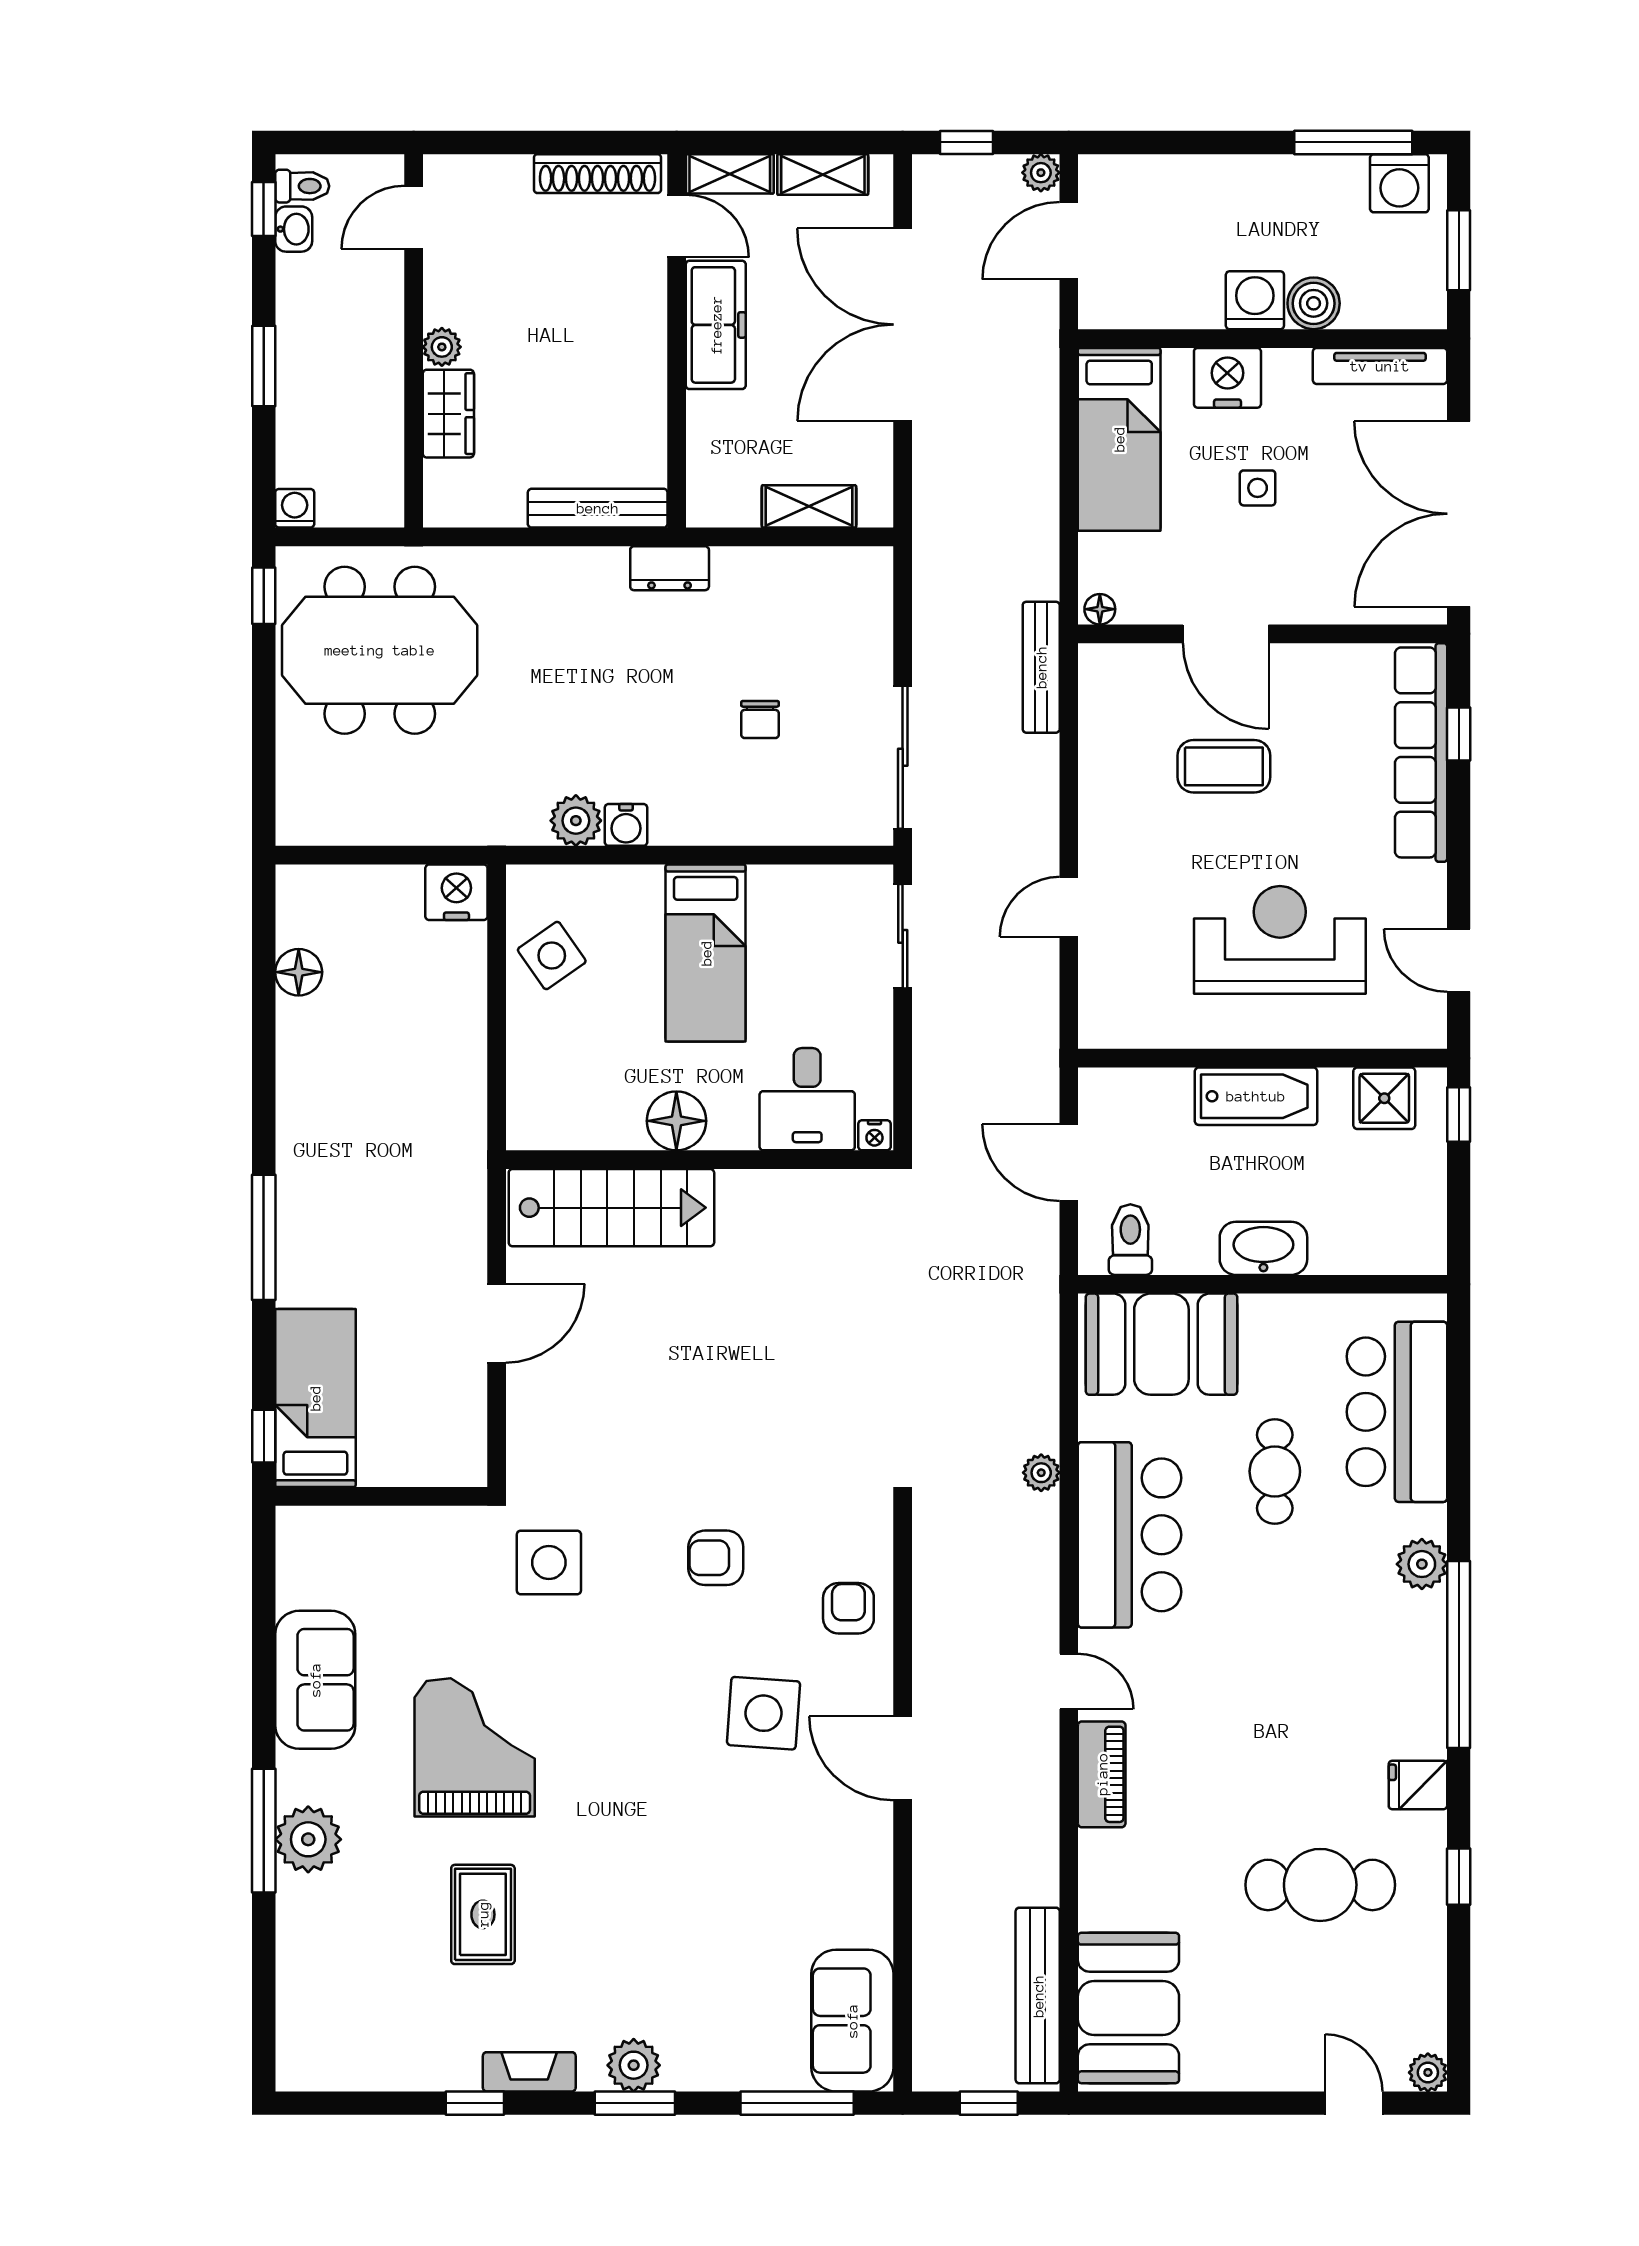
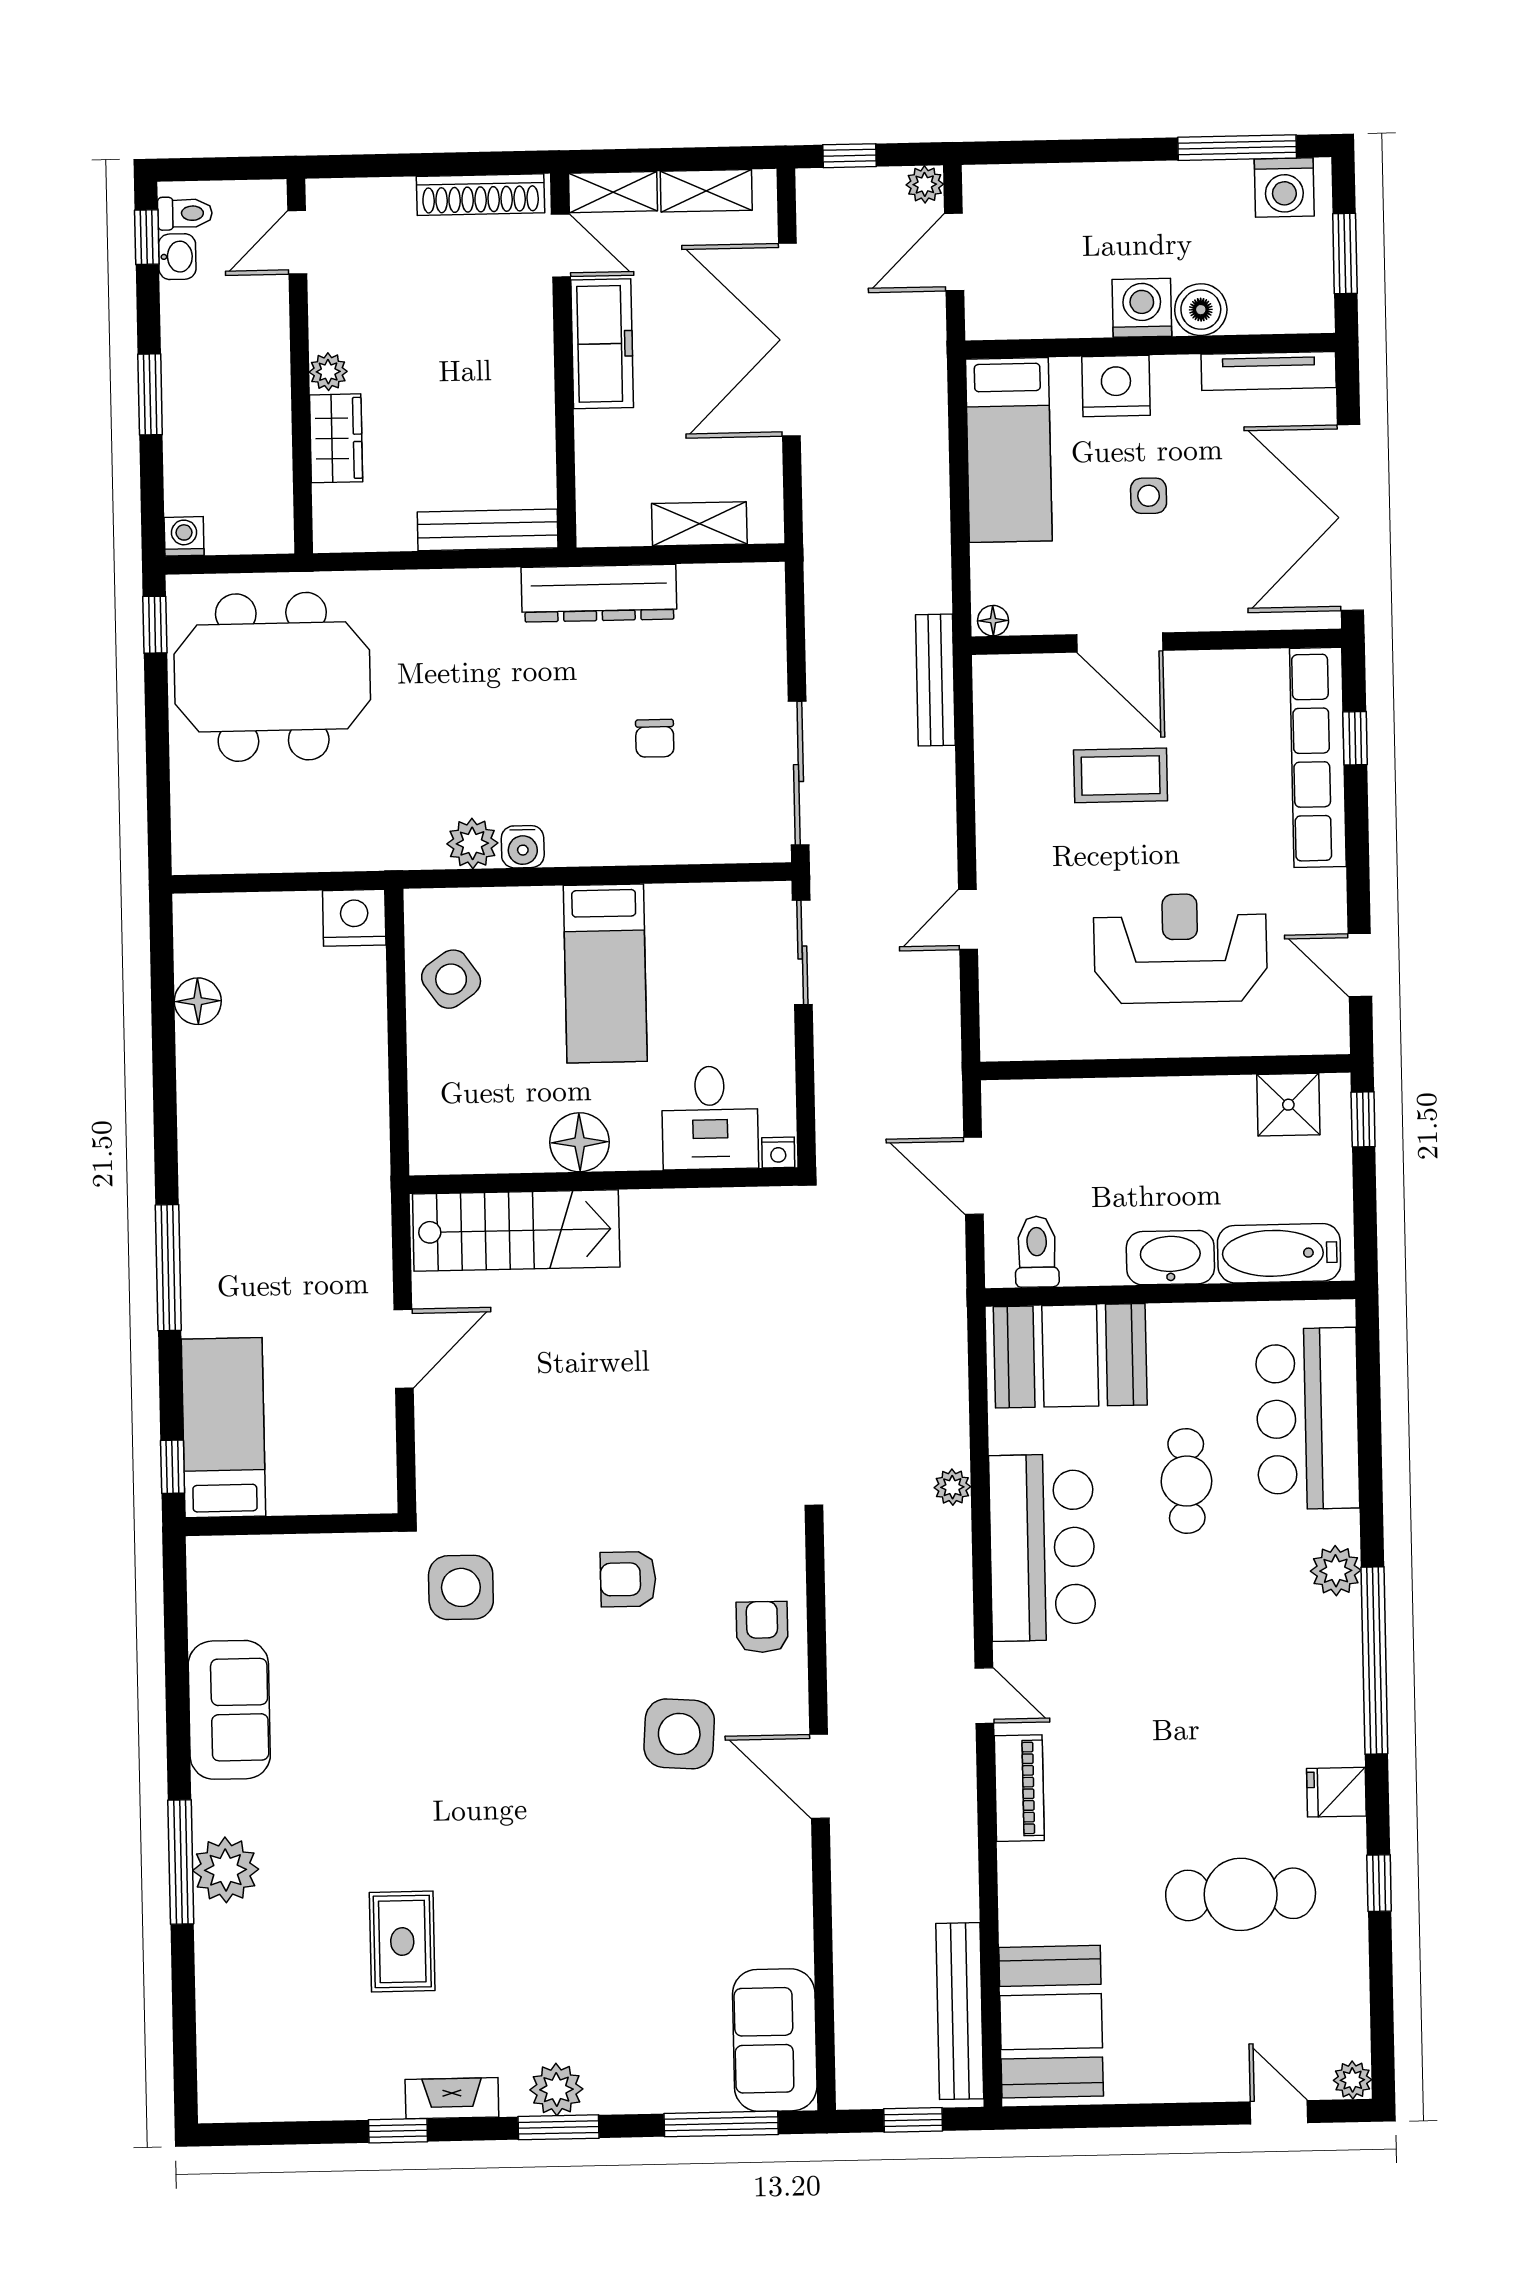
dresser: (670, 568) -> (599, 593), width x1.96, depth x1.24
bathtub: (1256, 1096) -> (1279, 1253), moved, turned 180
grand piano: (475, 1747) -> (390, 1774), removed

